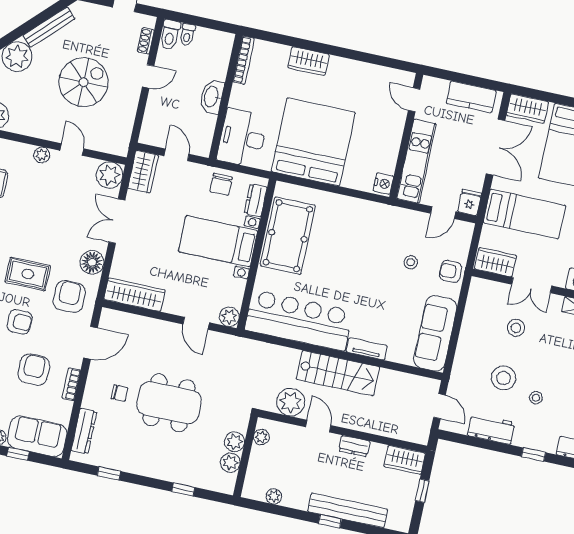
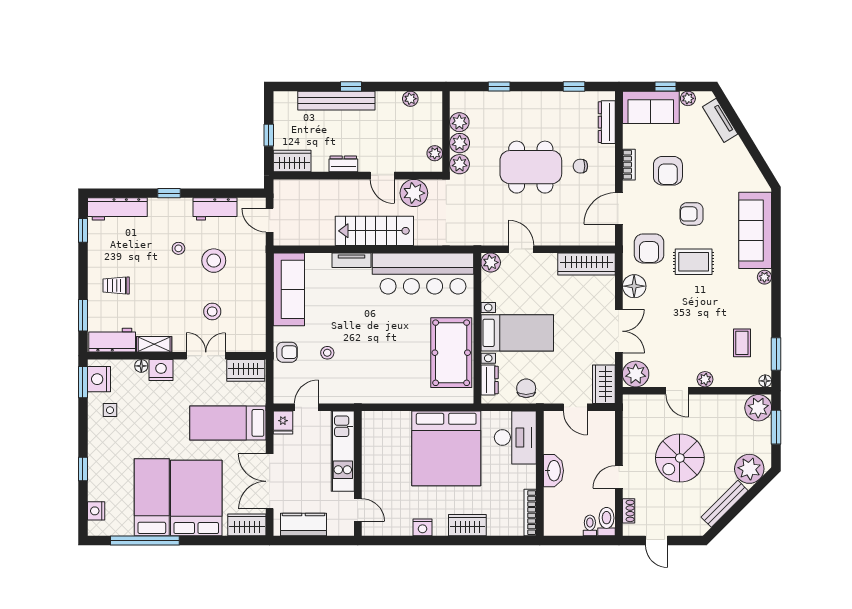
nightstand: (383, 184) -> (423, 527), moved, turned -90
plant: (239, 421) -> (460, 164), added

